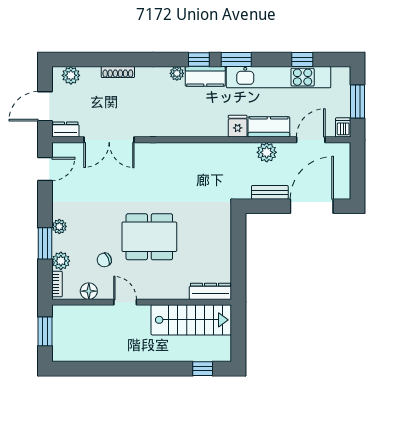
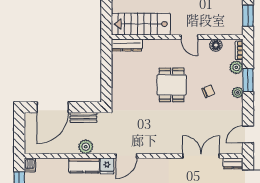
door: (311, 140) -> (126, 156), moved
dining table: (149, 237) -> (172, 85), width x0.73
chair: (104, 260) -> (208, 91), moved

